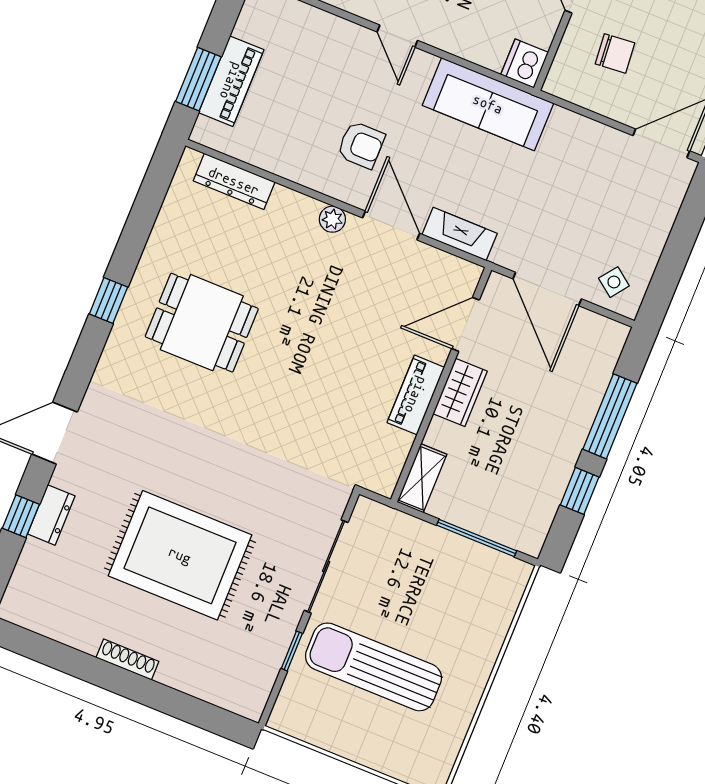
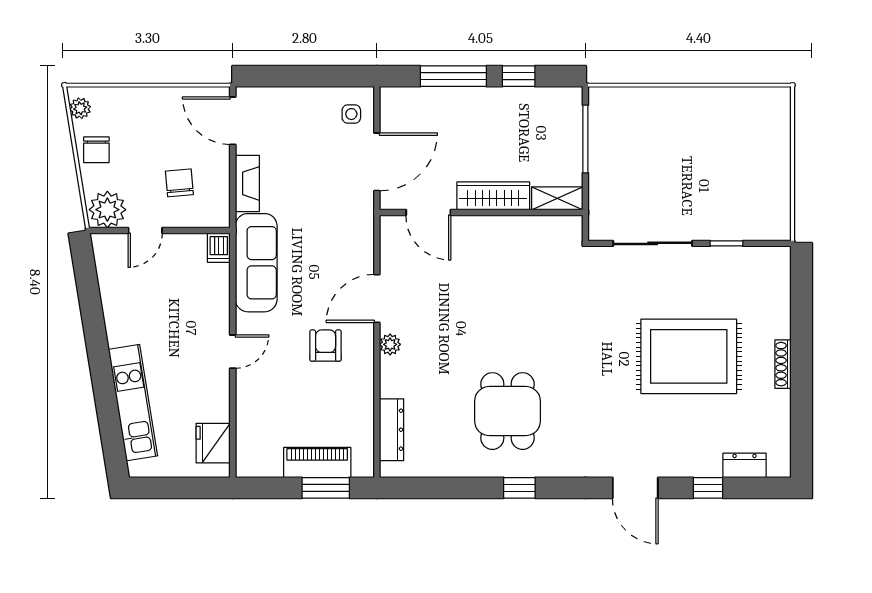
dishwasher: (525, 63) -> (219, 248), width x0.73
fireplace: (460, 234) -> (247, 183), moved, turned 180
side table: (614, 282) -> (351, 114), turned -37
wardrobe: (460, 392) -> (493, 196), width x1.50
piano: (416, 395) -> (496, 228), removed
dresser: (51, 515) -> (745, 465), moved
rug: (180, 555) -> (689, 356), turned 90
sun lounger: (373, 667) -> (714, 177), removed

